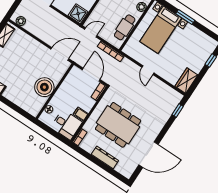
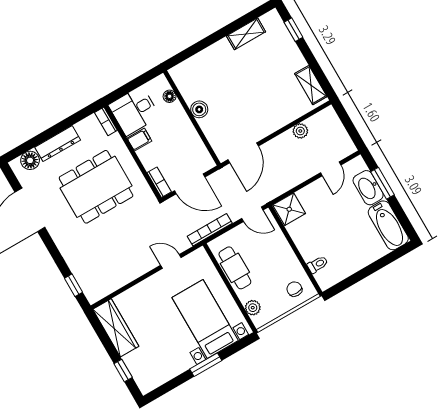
plant: (21, 21) -> (300, 131), moved
door: (91, 32) -> (252, 214), hinge flipped
door: (148, 70) -> (171, 261), moved
wardrobe: (186, 81) -> (116, 328), width x1.50
boiler: (44, 87) -> (199, 109), width x0.54, depth x0.54
floor lamp: (122, 168) -> (30, 160), added

